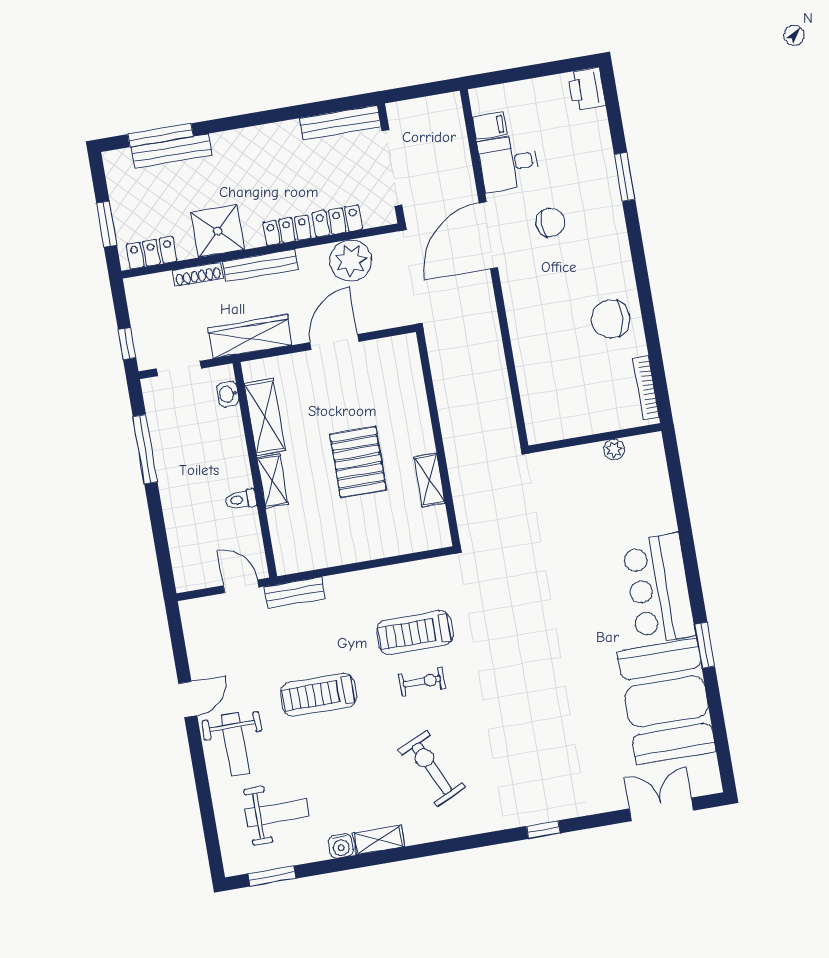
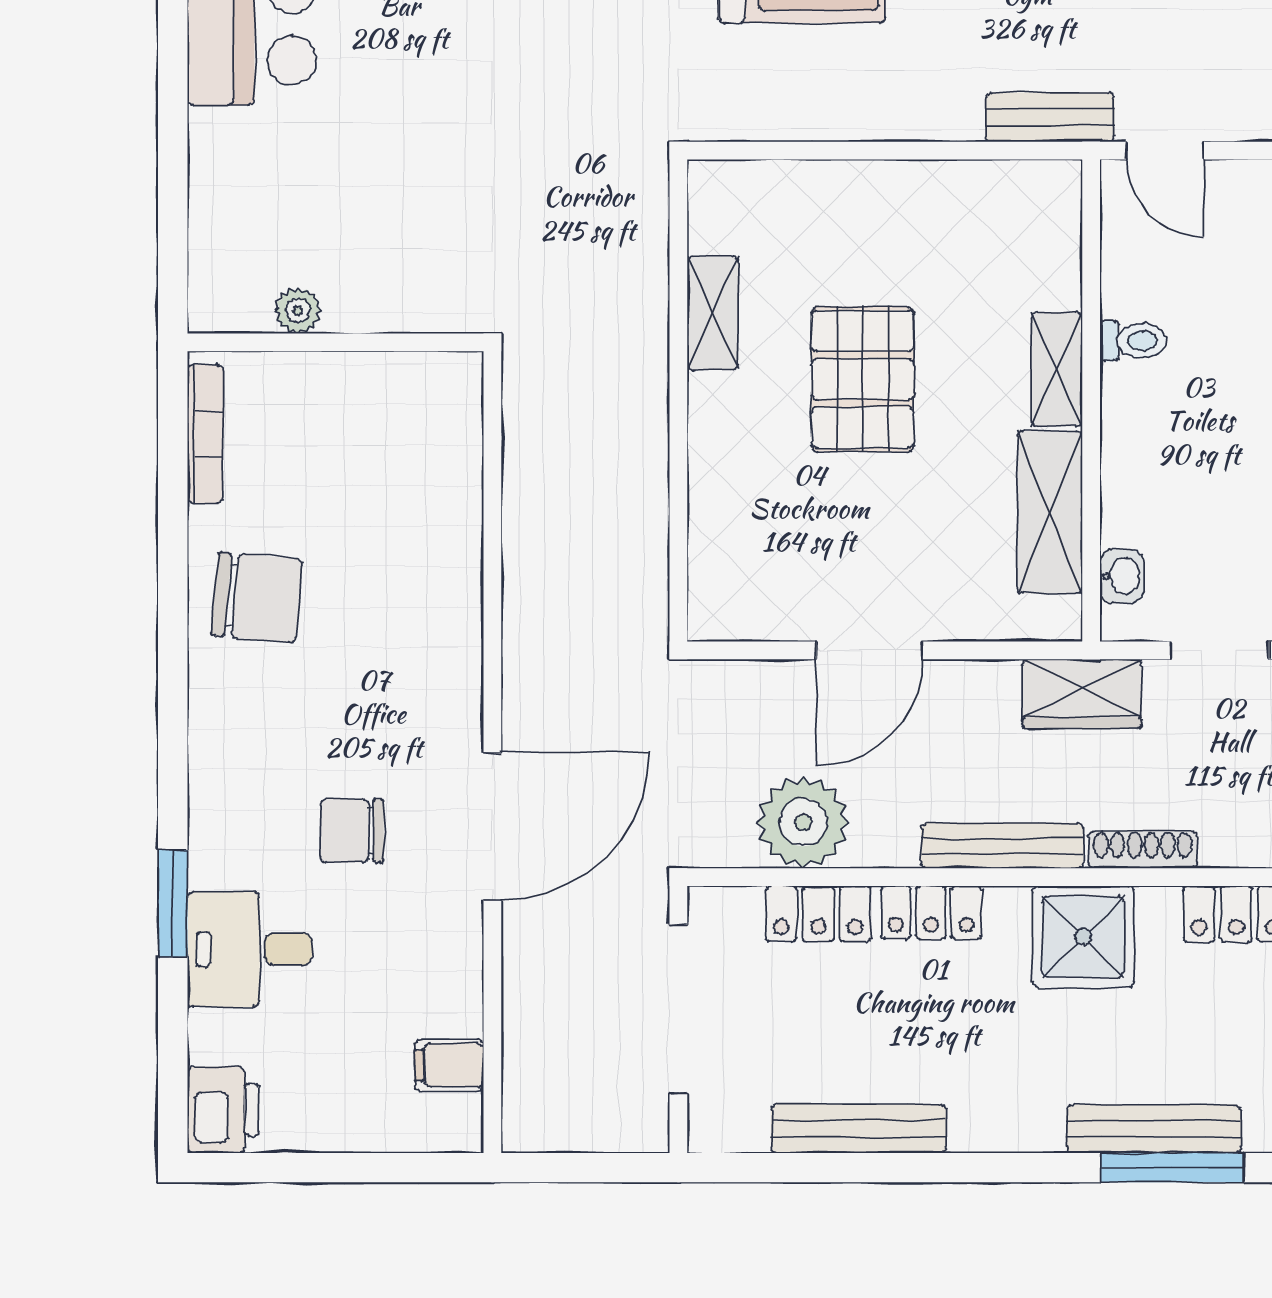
bench: (340, 122) -> (859, 1129), moved
desk: (509, 163) -> (250, 949), moved, turned 180
wardrobe: (250, 337) -> (1082, 694), width x0.67

